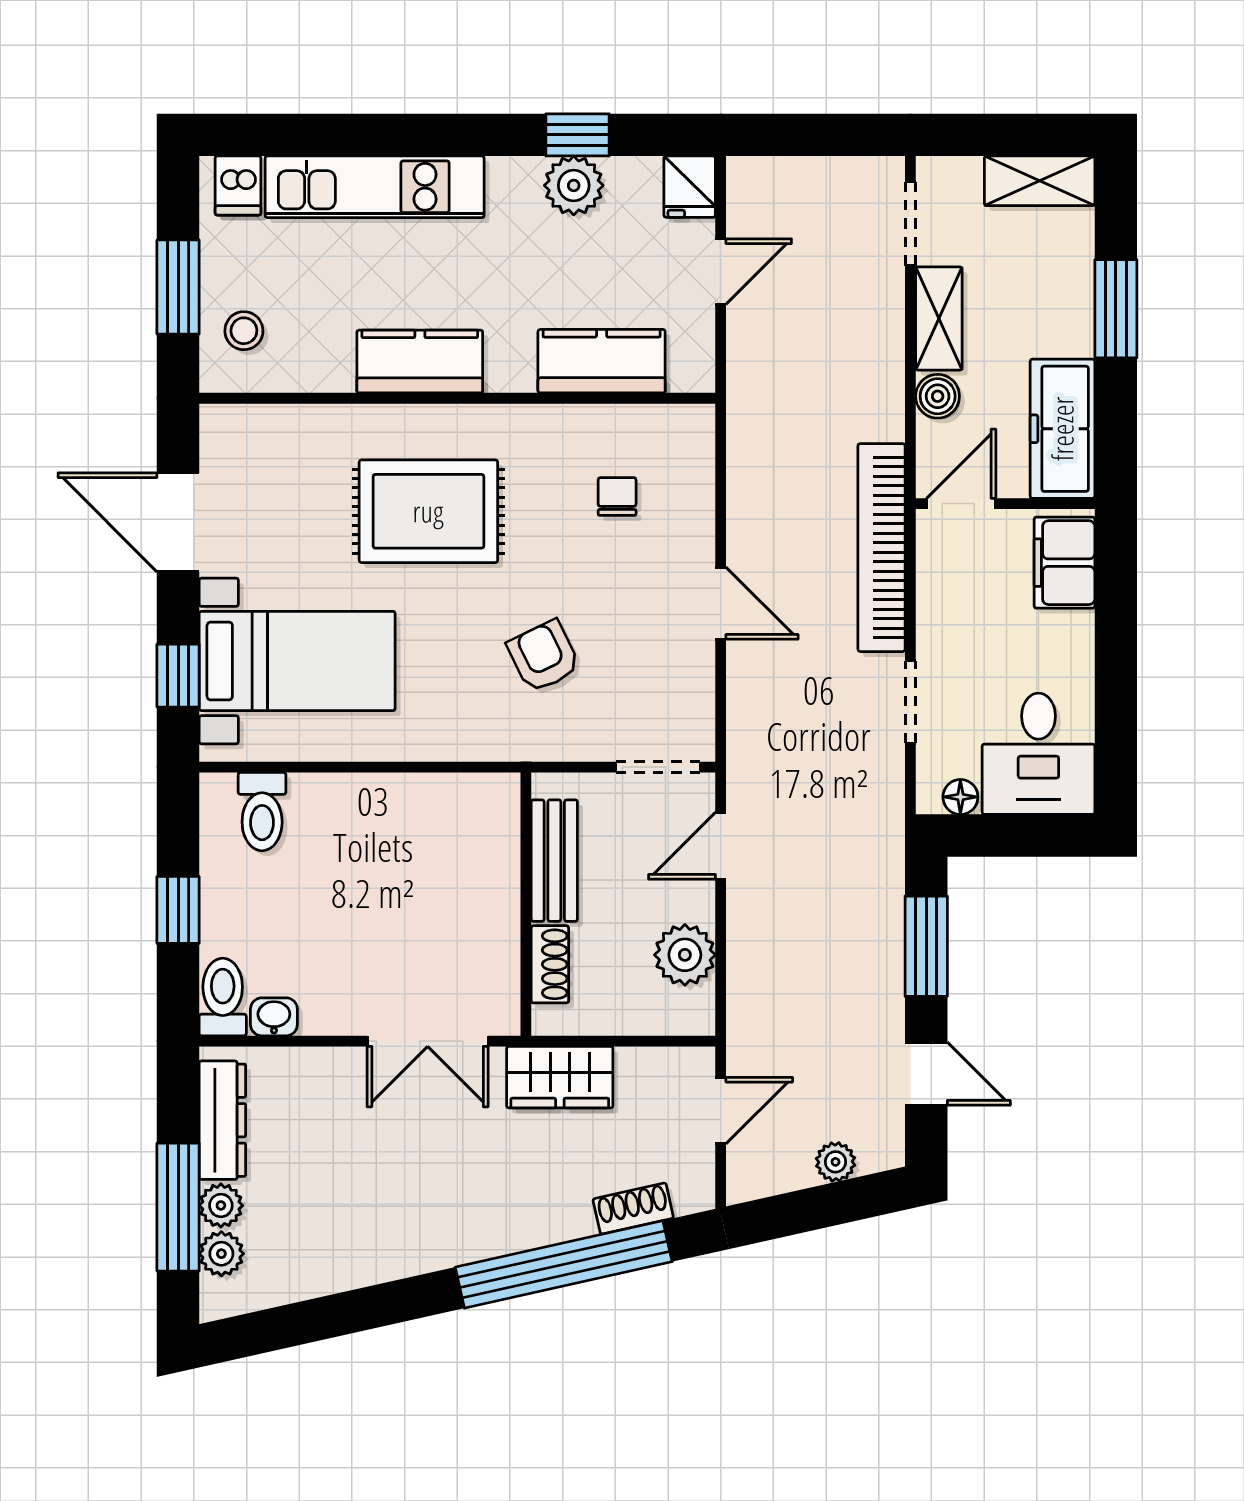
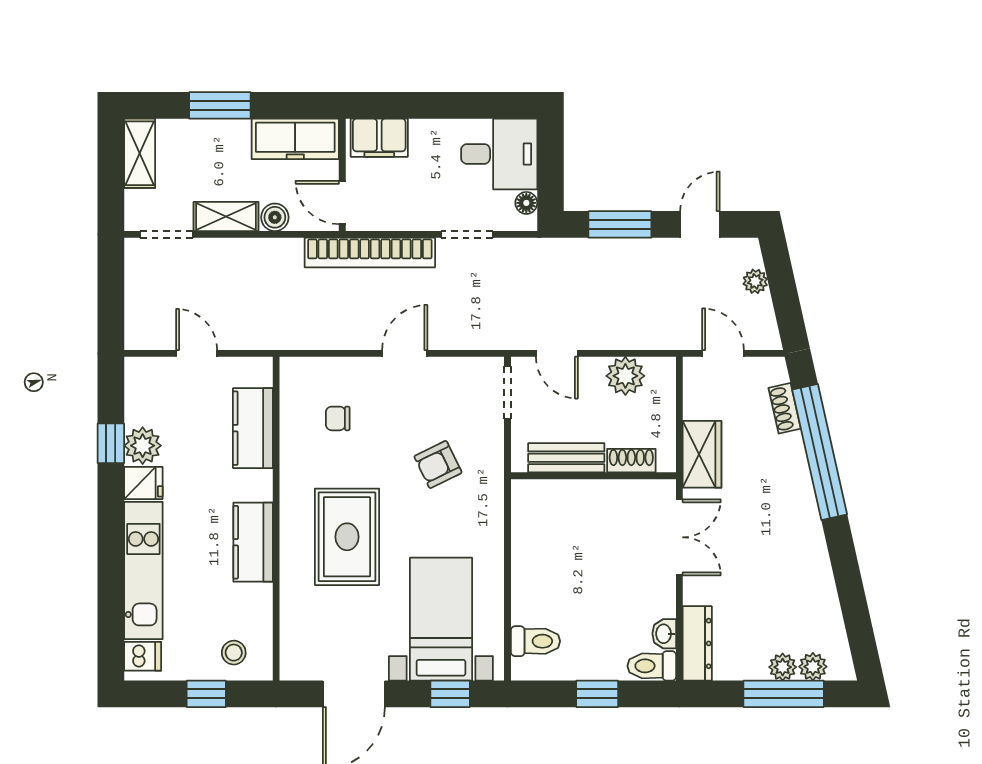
fridge: (690, 187) -> (143, 483), moved
window: (178, 287) -> (206, 694), width x0.67
dresser: (222, 1120) -> (697, 643), moved, turned 90

